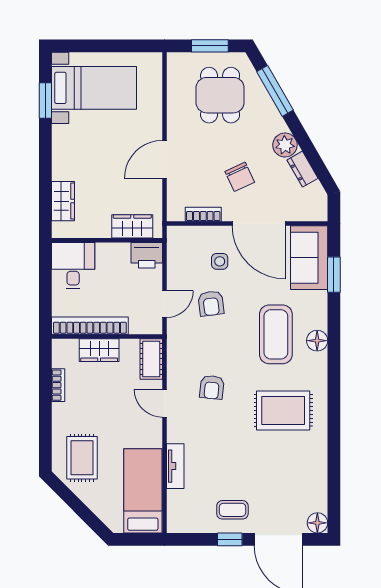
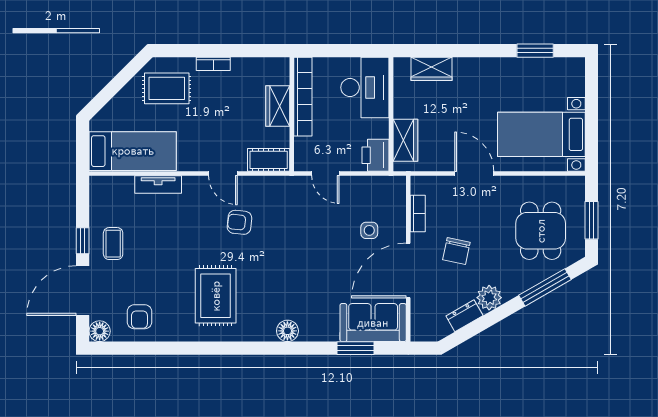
bed with nightstands: (94, 88) -> (541, 134), moved, turned 90
dining table: (220, 95) -> (541, 231), turned 90
chair: (240, 177) -> (456, 251), turned -53
desk: (73, 266) -> (365, 87), width x1.37
armchair: (211, 303) -> (139, 317), moved, turned -83
coffee table: (276, 334) -> (294, 288), removed
bookcase: (58, 385) -> (213, 64), moved
door: (164, 403) -> (223, 173), swing flipped

